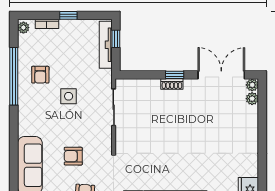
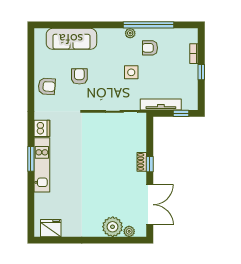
plant: (23, 28) -> (130, 33), moved
tv unit: (106, 45) -> (161, 105), moved
plant: (252, 85) -> (113, 227), moved, width x1.87, depth x1.87

